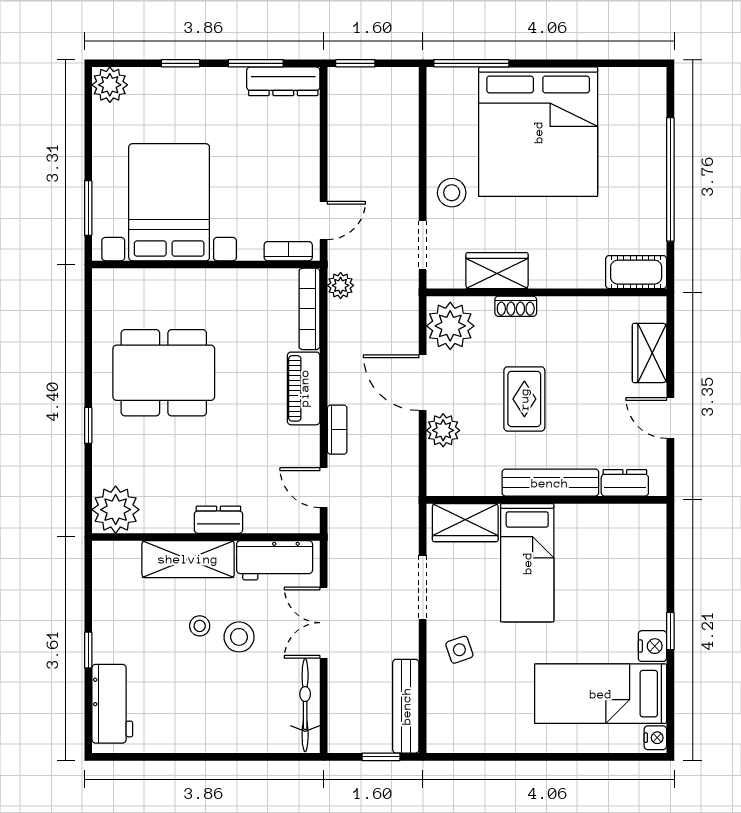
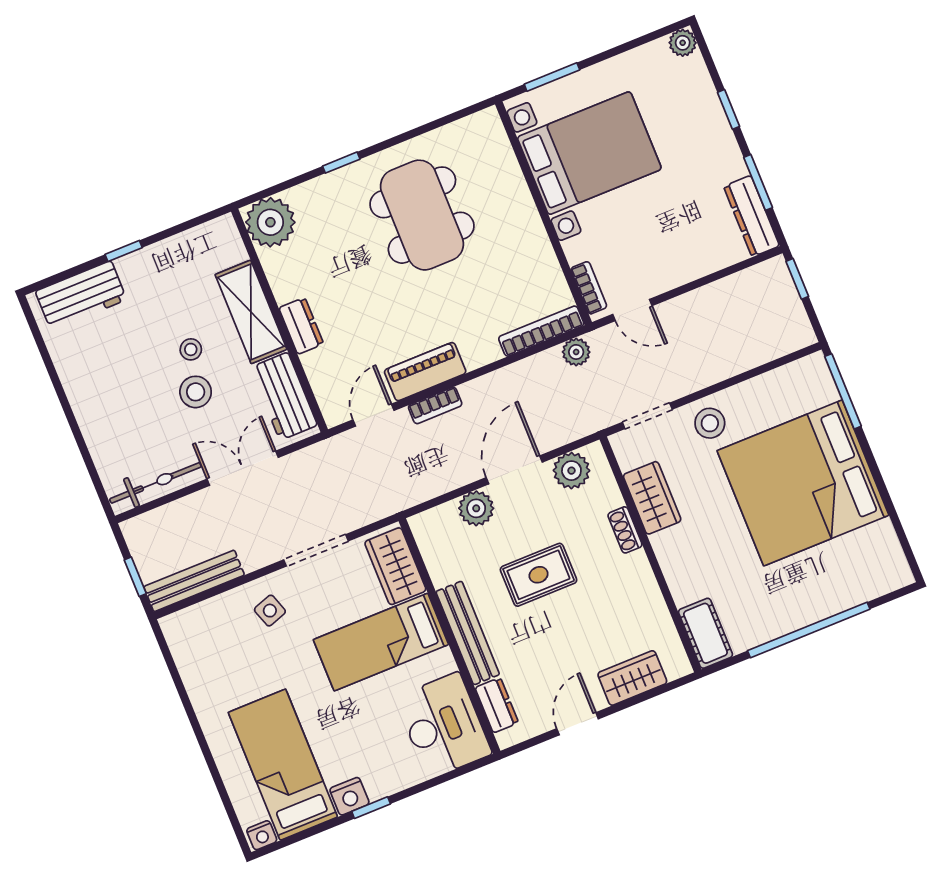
plant: (110, 85) -> (683, 43), width x0.73, depth x0.73
plant: (450, 326) -> (571, 471), width x0.73, depth x0.73
piano: (304, 388) -> (425, 372), moved
desk: (624, 537) -> (443, 726), added

